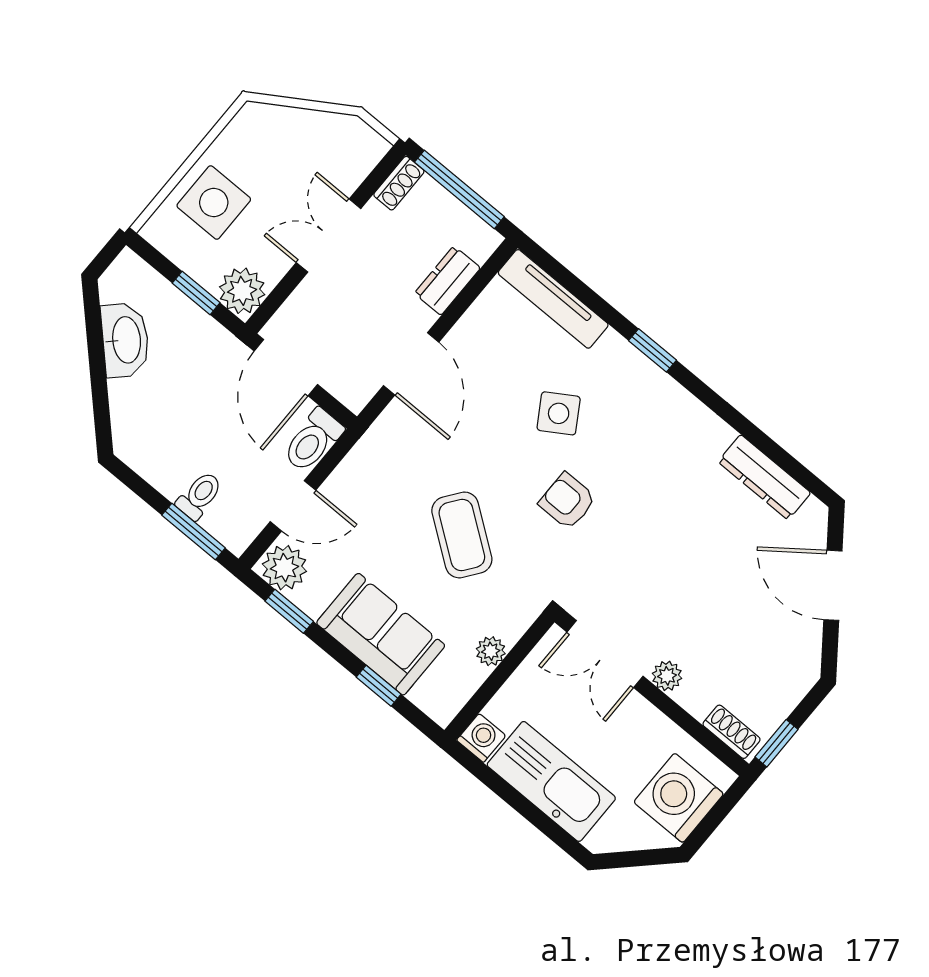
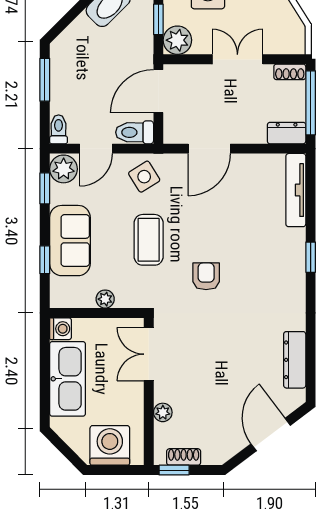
dresser: (447, 281) -> (287, 133), moved
side table: (559, 413) -> (144, 177), moved
toilet: (199, 496) -> (59, 129), moved, turned -90
door: (293, 506) -> (96, 149), hinge flipped
window: (194, 532) -> (45, 80), moved
coffee table: (462, 535) -> (149, 240), turned -36
plant: (667, 676) -> (163, 412), moved
shoe rack: (732, 732) -> (184, 457), moved, turned -90

